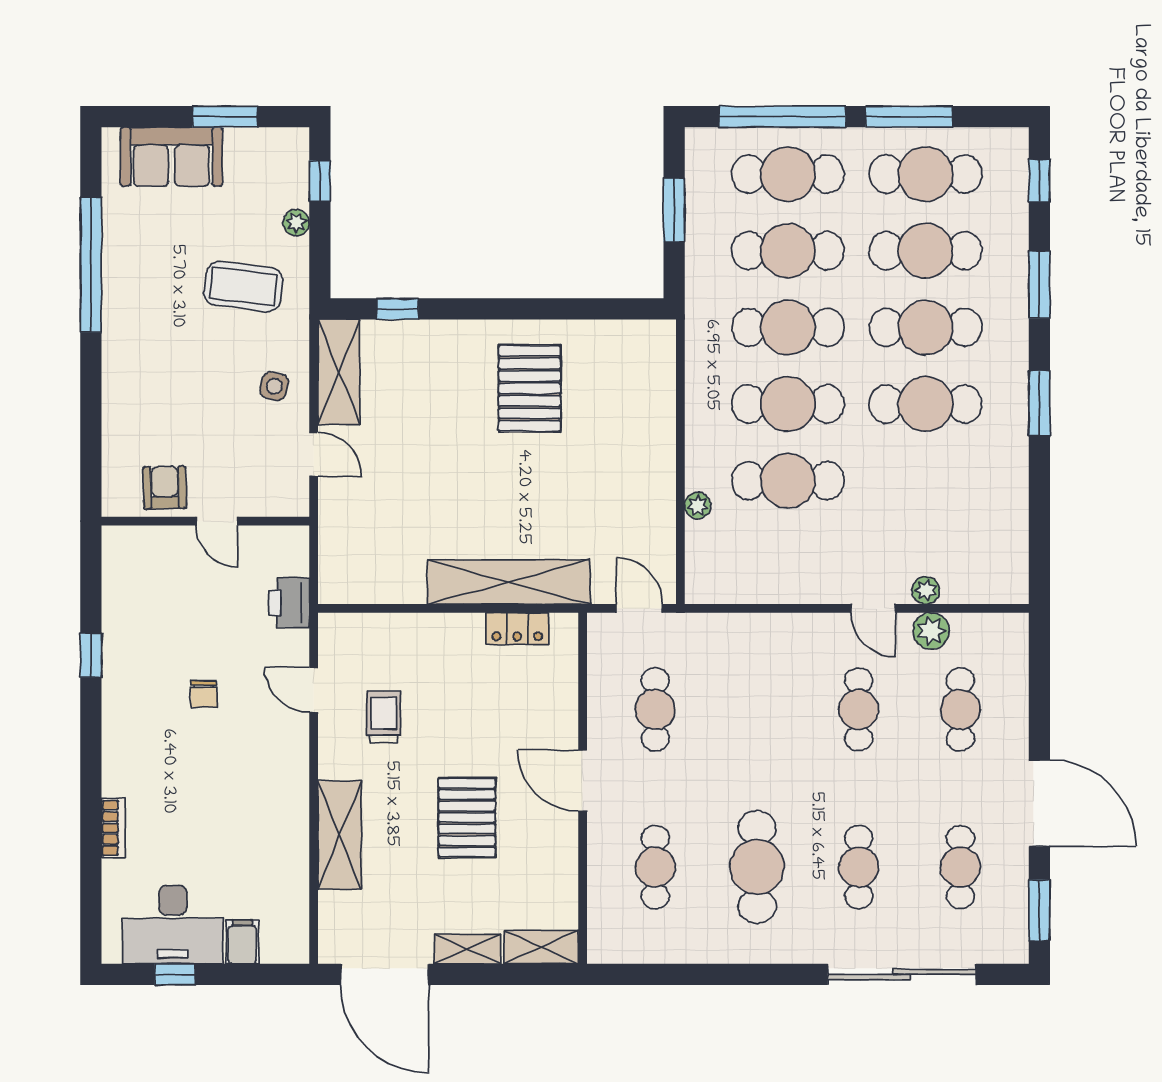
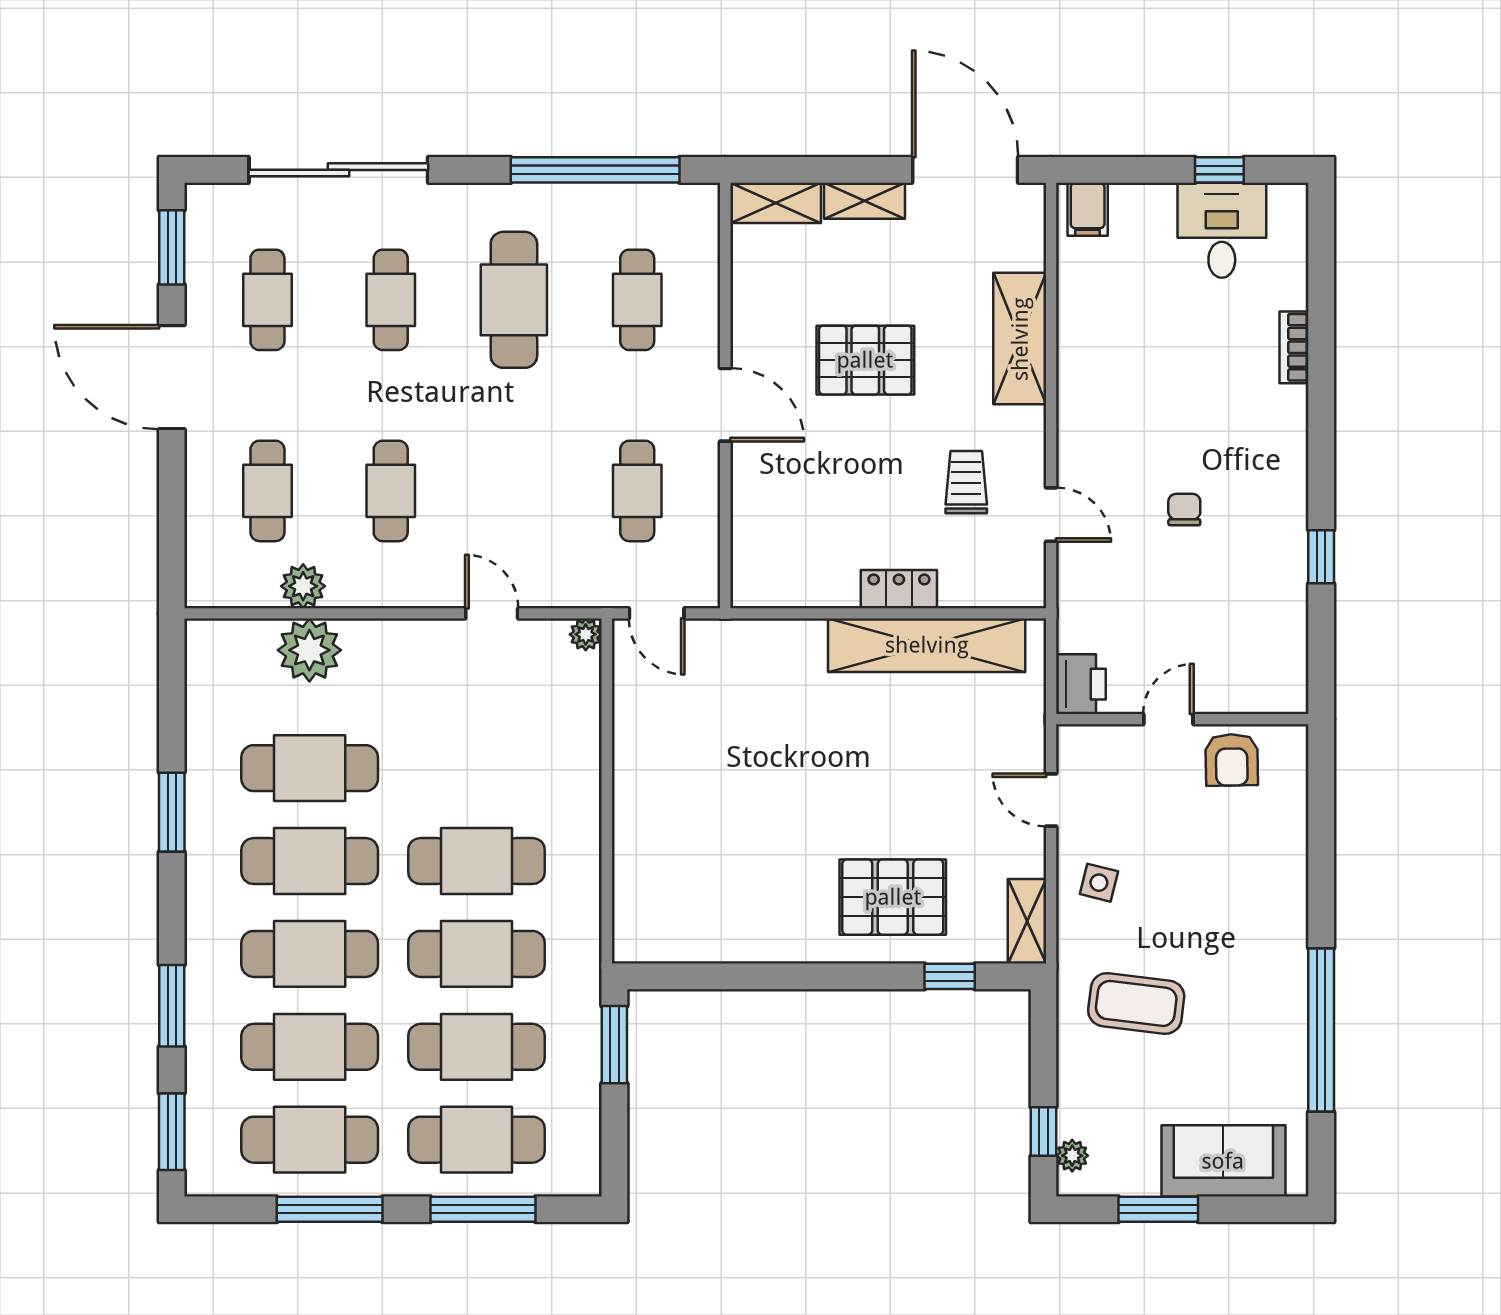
window: (782, 117) -> (483, 1209), width x0.68
window: (1039, 181) -> (172, 1132), width x1.50
window: (674, 210) -> (614, 1045), moved
plant: (296, 223) -> (1072, 1156), moved
shelving: (339, 372) -> (1027, 921), width x0.67, depth x0.75
pallet: (530, 388) -> (893, 897), moved, turned 90
window: (1039, 403) -> (172, 812), moved
cafe table: (788, 481) -> (310, 768), moved
plant: (698, 506) -> (586, 634), moved
door: (217, 521) -> (1168, 719), hinge flipped
shelving: (509, 582) -> (927, 645), moved
plant: (926, 590) -> (309, 650), width x1.87, depth x1.87
printer: (289, 603) -> (1081, 684), moved
door: (873, 608) -> (492, 613), moved
locker: (517, 628) -> (899, 589), moved
trolley: (384, 717) -> (966, 482), turned 180
pallet: (467, 817) -> (865, 360), turned 90
desk: (173, 925) -> (1222, 230), width x0.73
filing cabinet: (242, 942) -> (1088, 209), moved
window: (690, 974) -> (595, 170), added

